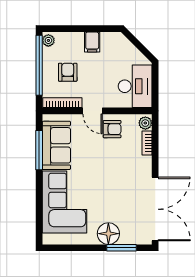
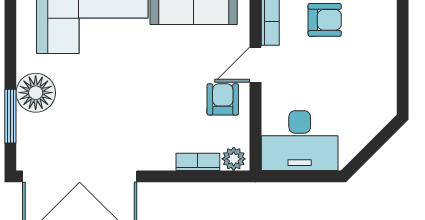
filing cabinet: (92, 42) -> (379, 64), removed
armchair: (112, 129) -> (223, 99), turned 180

